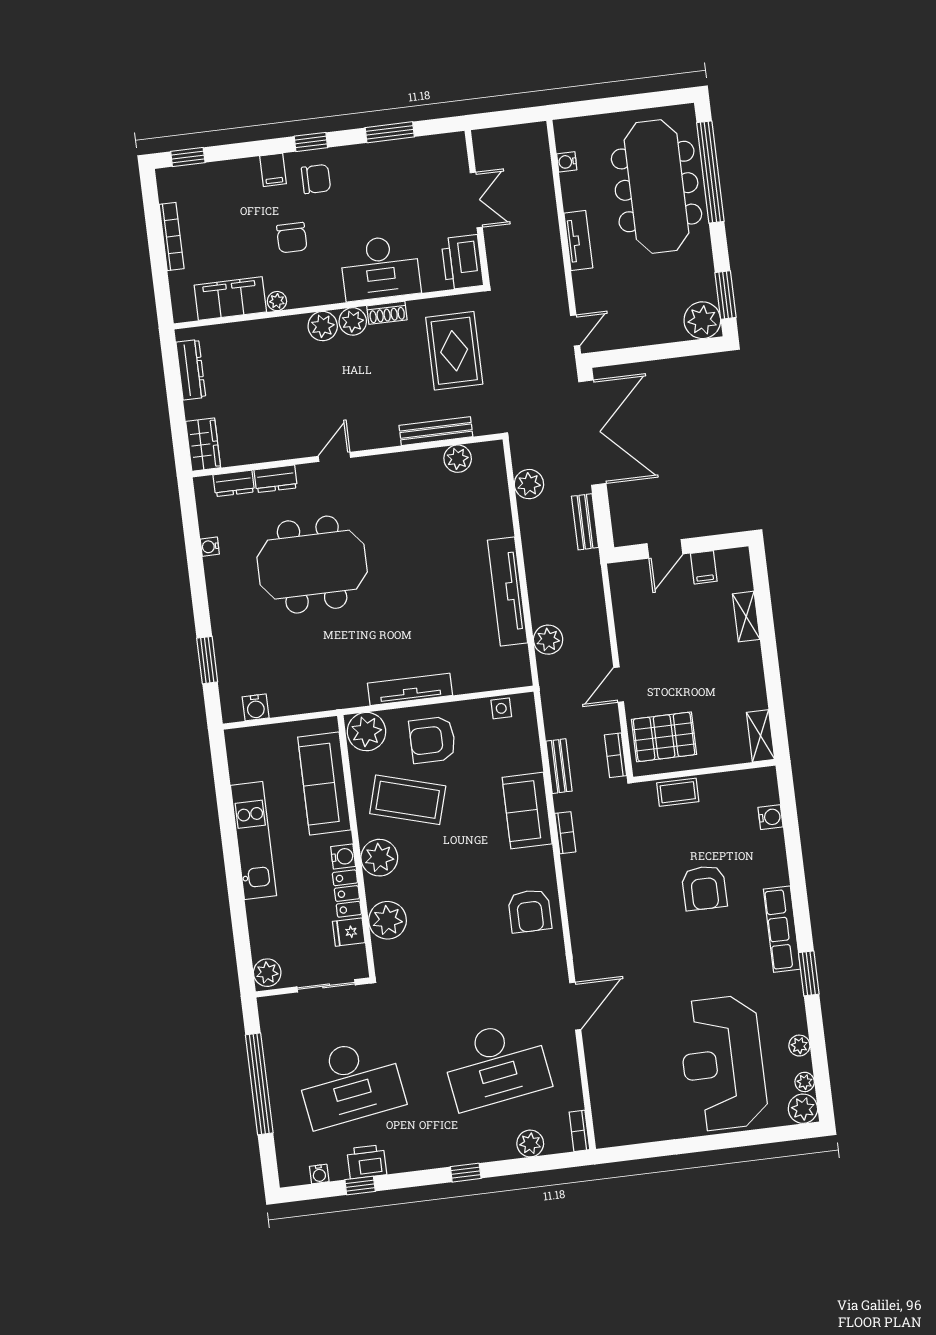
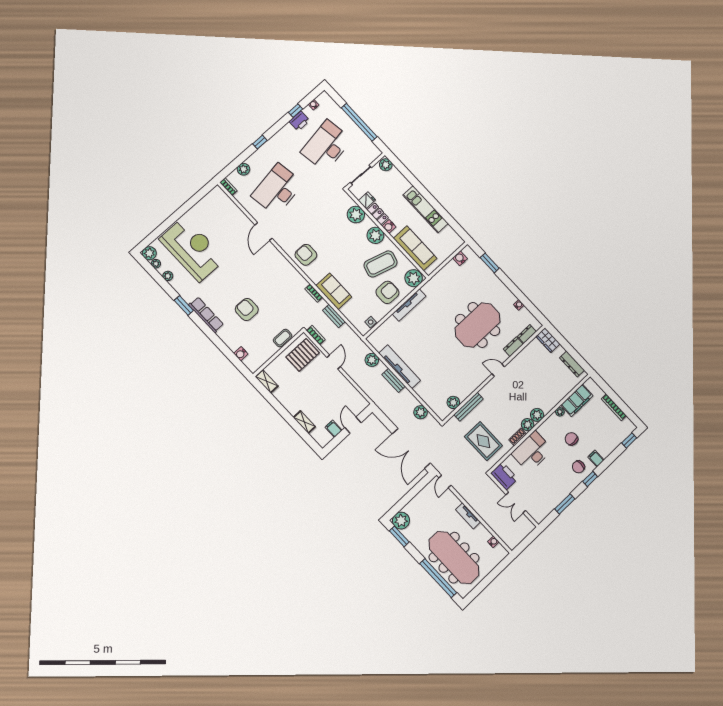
door: (334, 457) -> (498, 370), swing flipped
bench: (585, 522) -> (394, 380), moved

